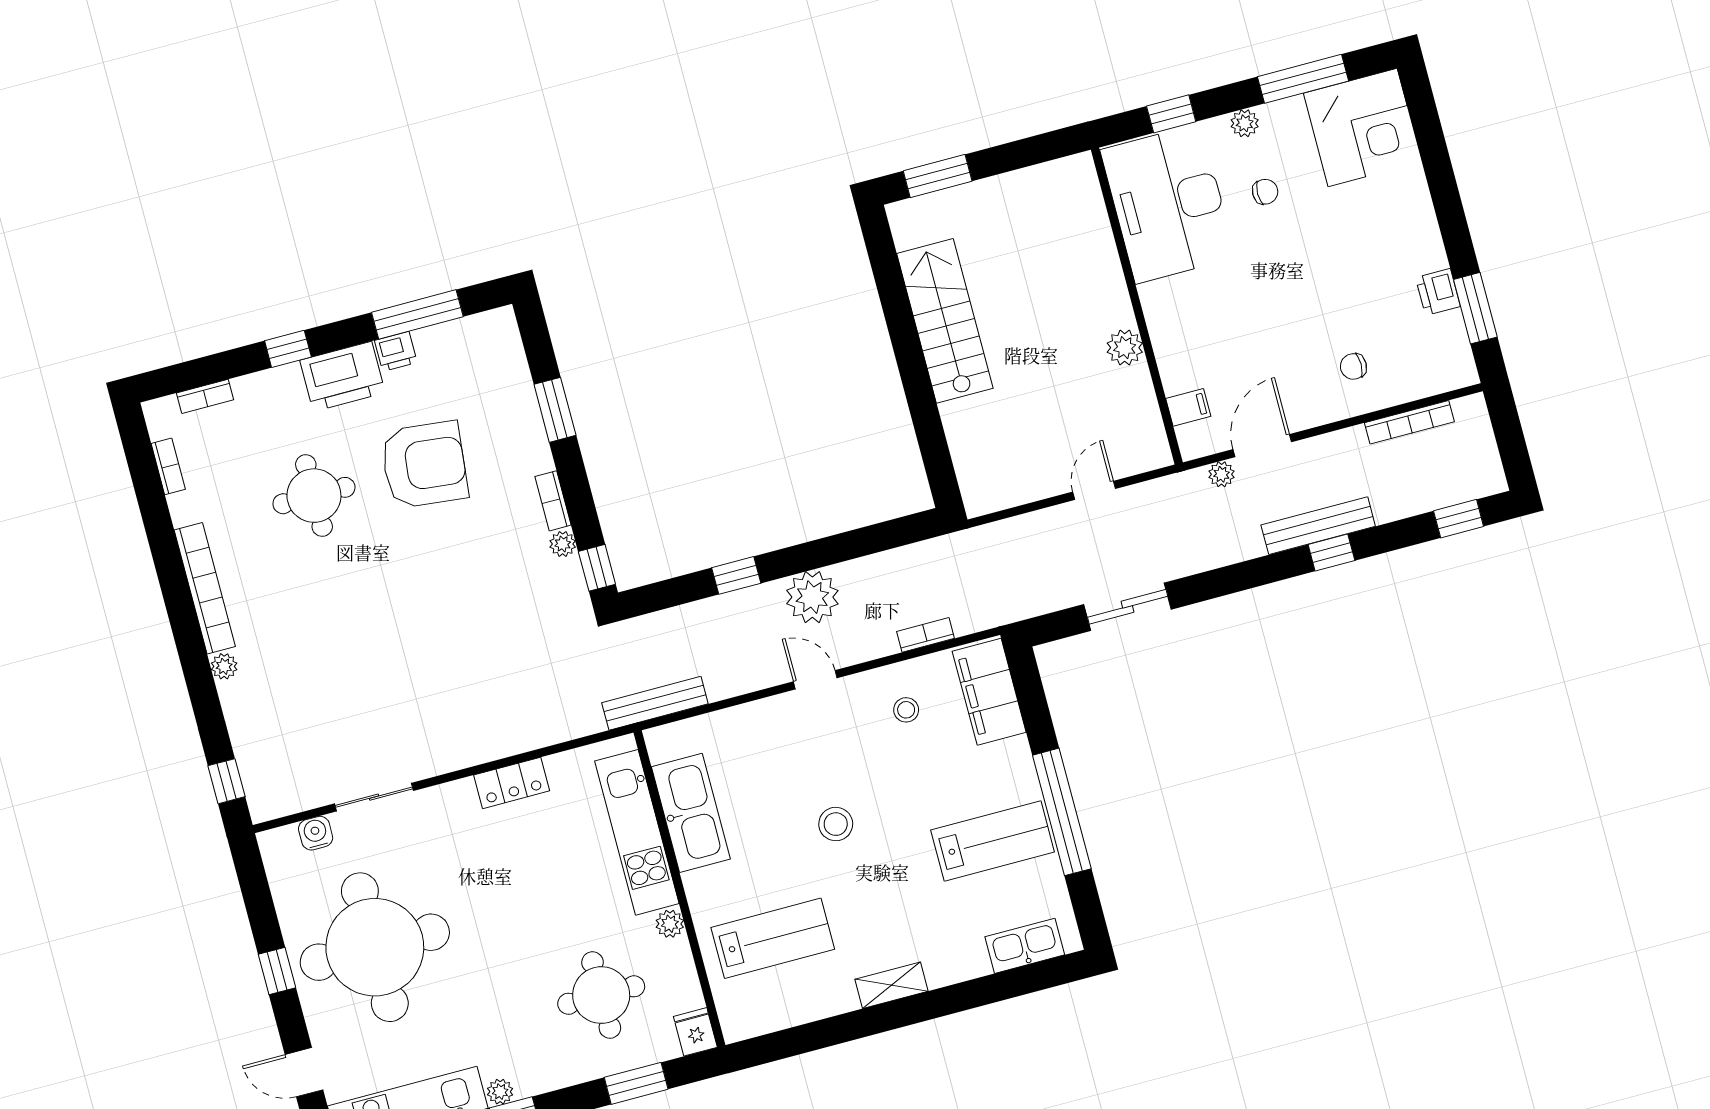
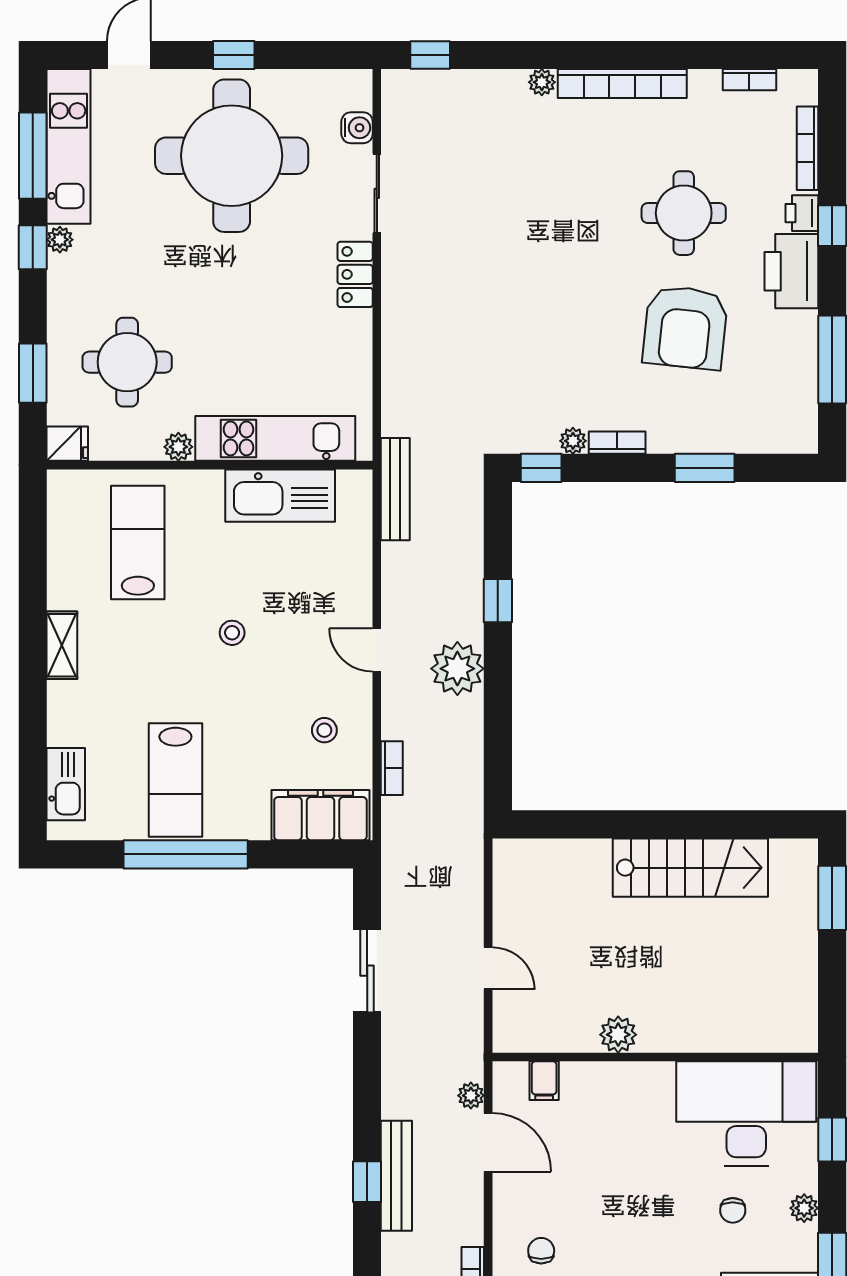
printer: (396, 351) -> (802, 213), moved
bookcase: (205, 396) -> (807, 148), width x1.56
door: (815, 680) -> (377, 650), swing flipped
locker: (512, 783) -> (355, 274), moved
stool: (836, 824) -> (232, 633), width x0.73, depth x0.73
lab bench: (773, 938) -> (138, 542), turned 180

